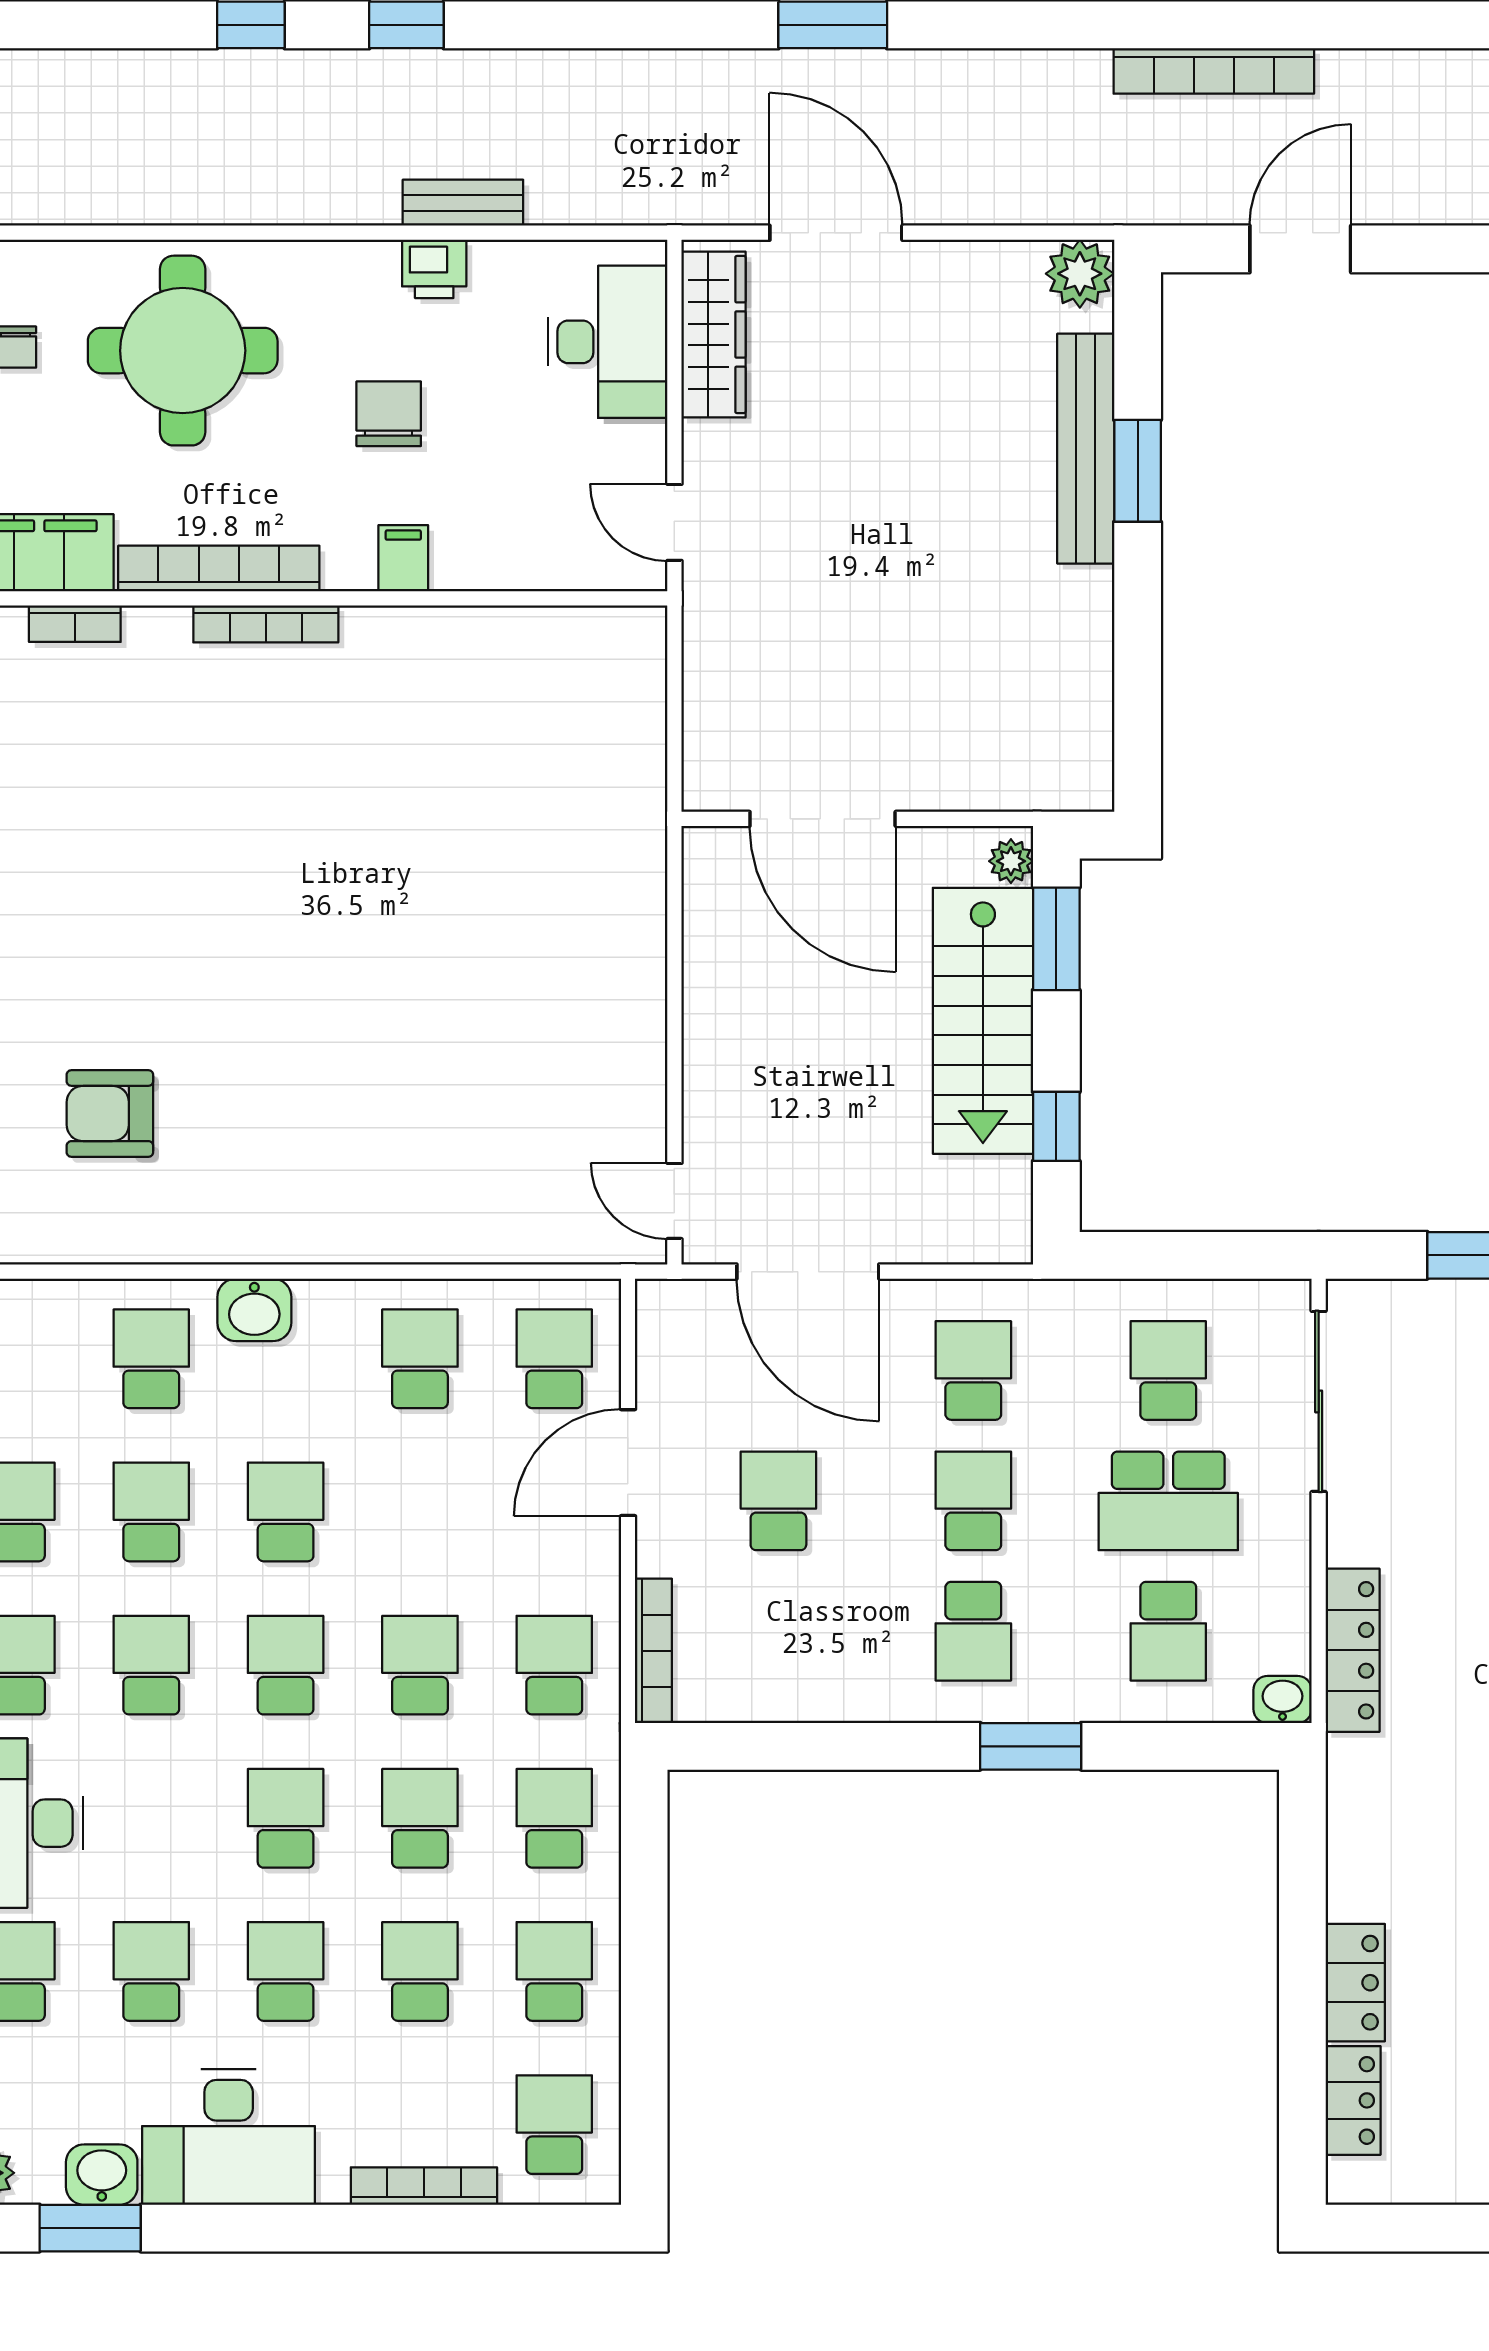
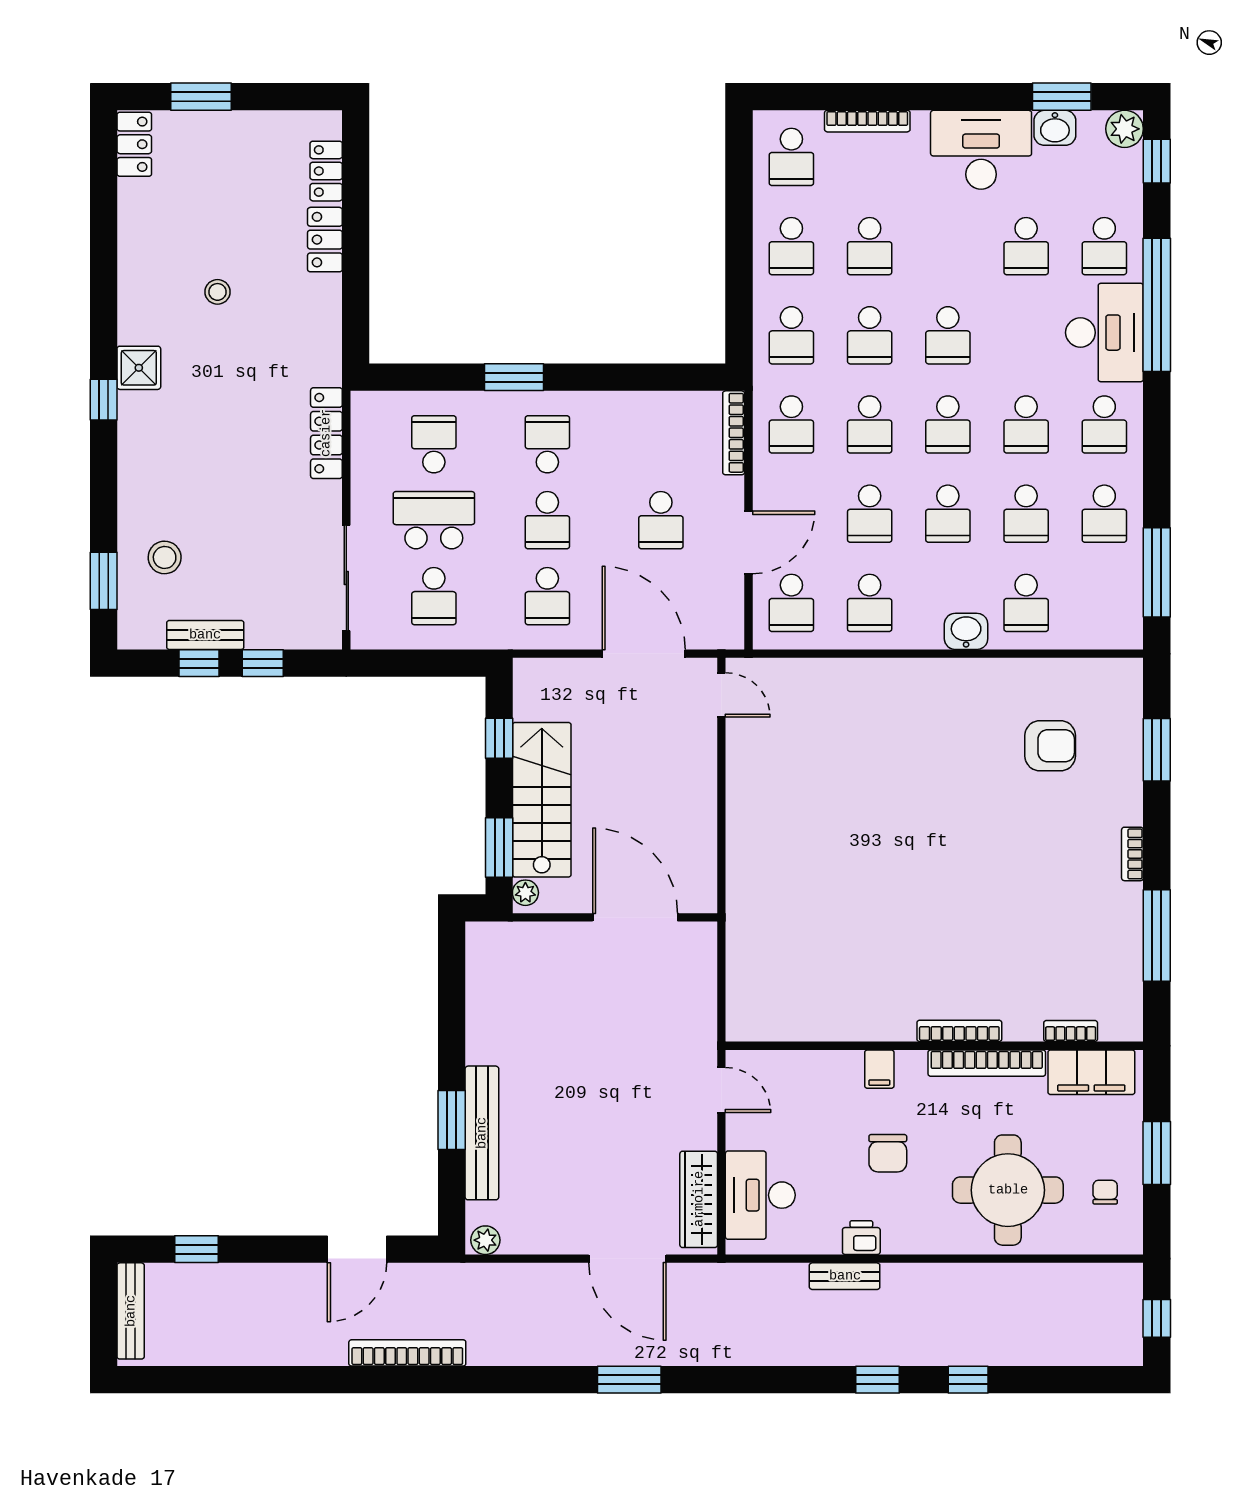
plant: (1080, 274) -> (485, 1240), width x0.73, depth x0.73
washbasin: (1283, 1700) -> (367, 404), removed
school desk: (286, 1971) -> (870, 514), moved

